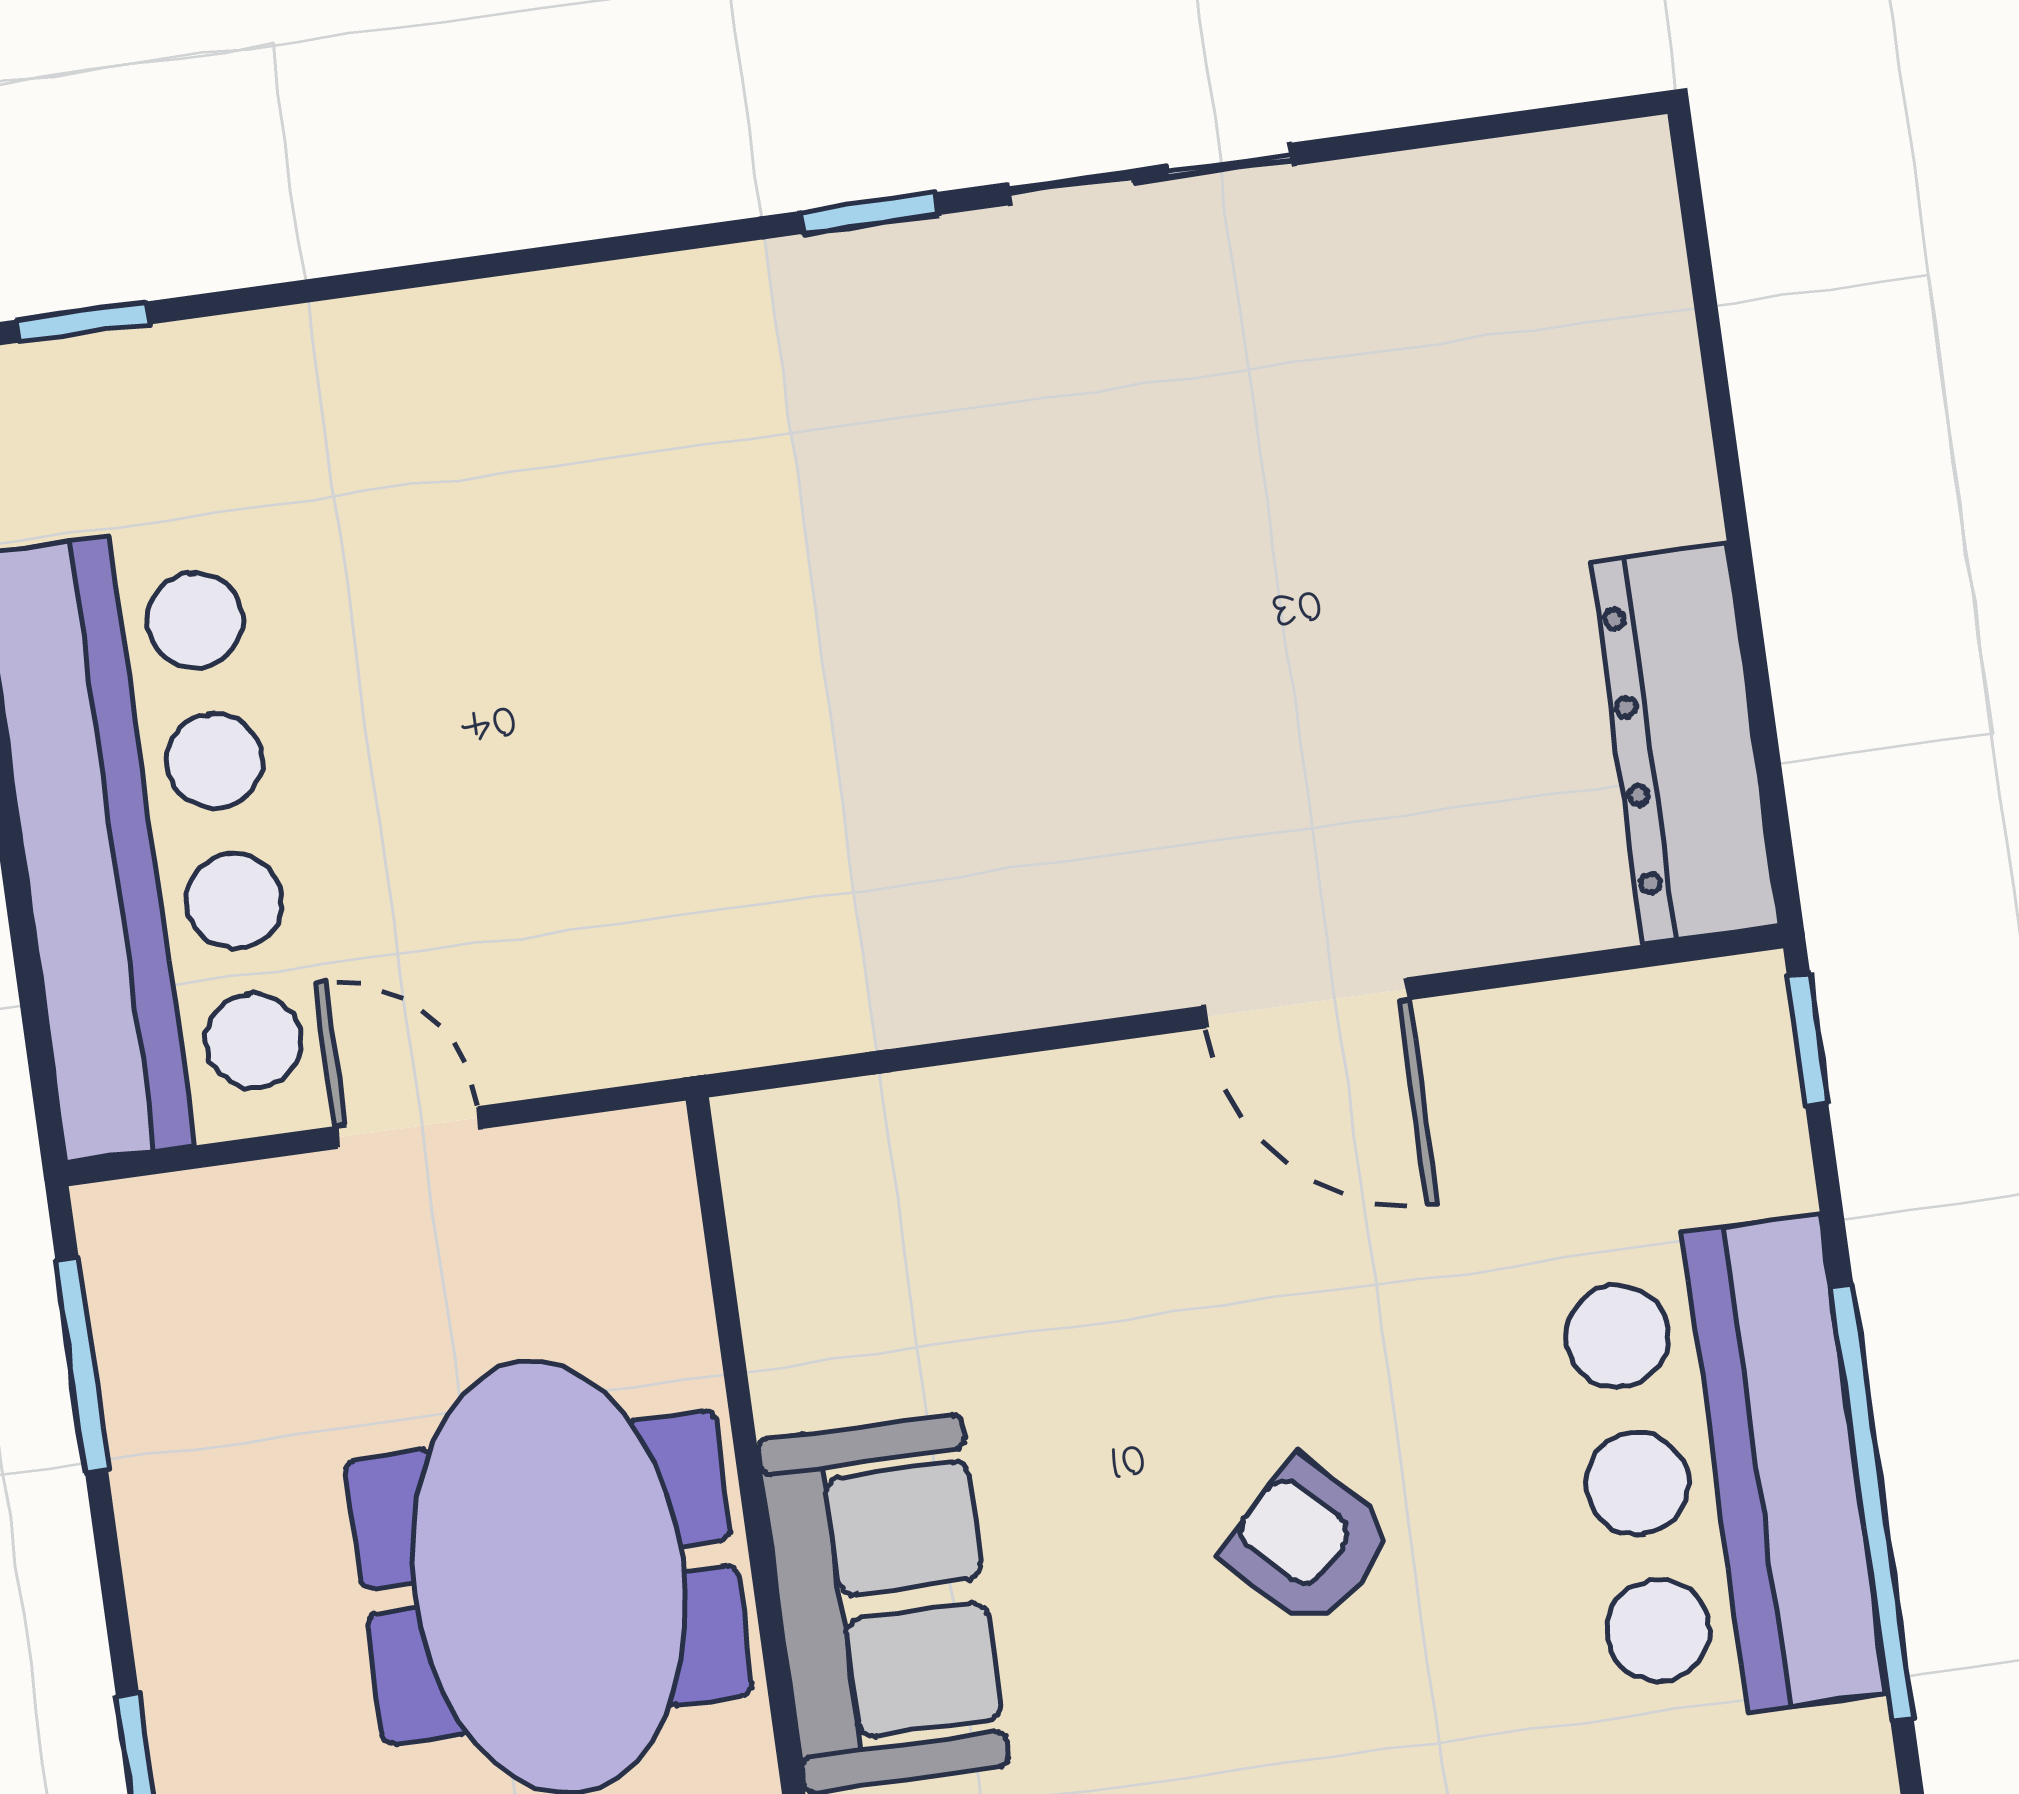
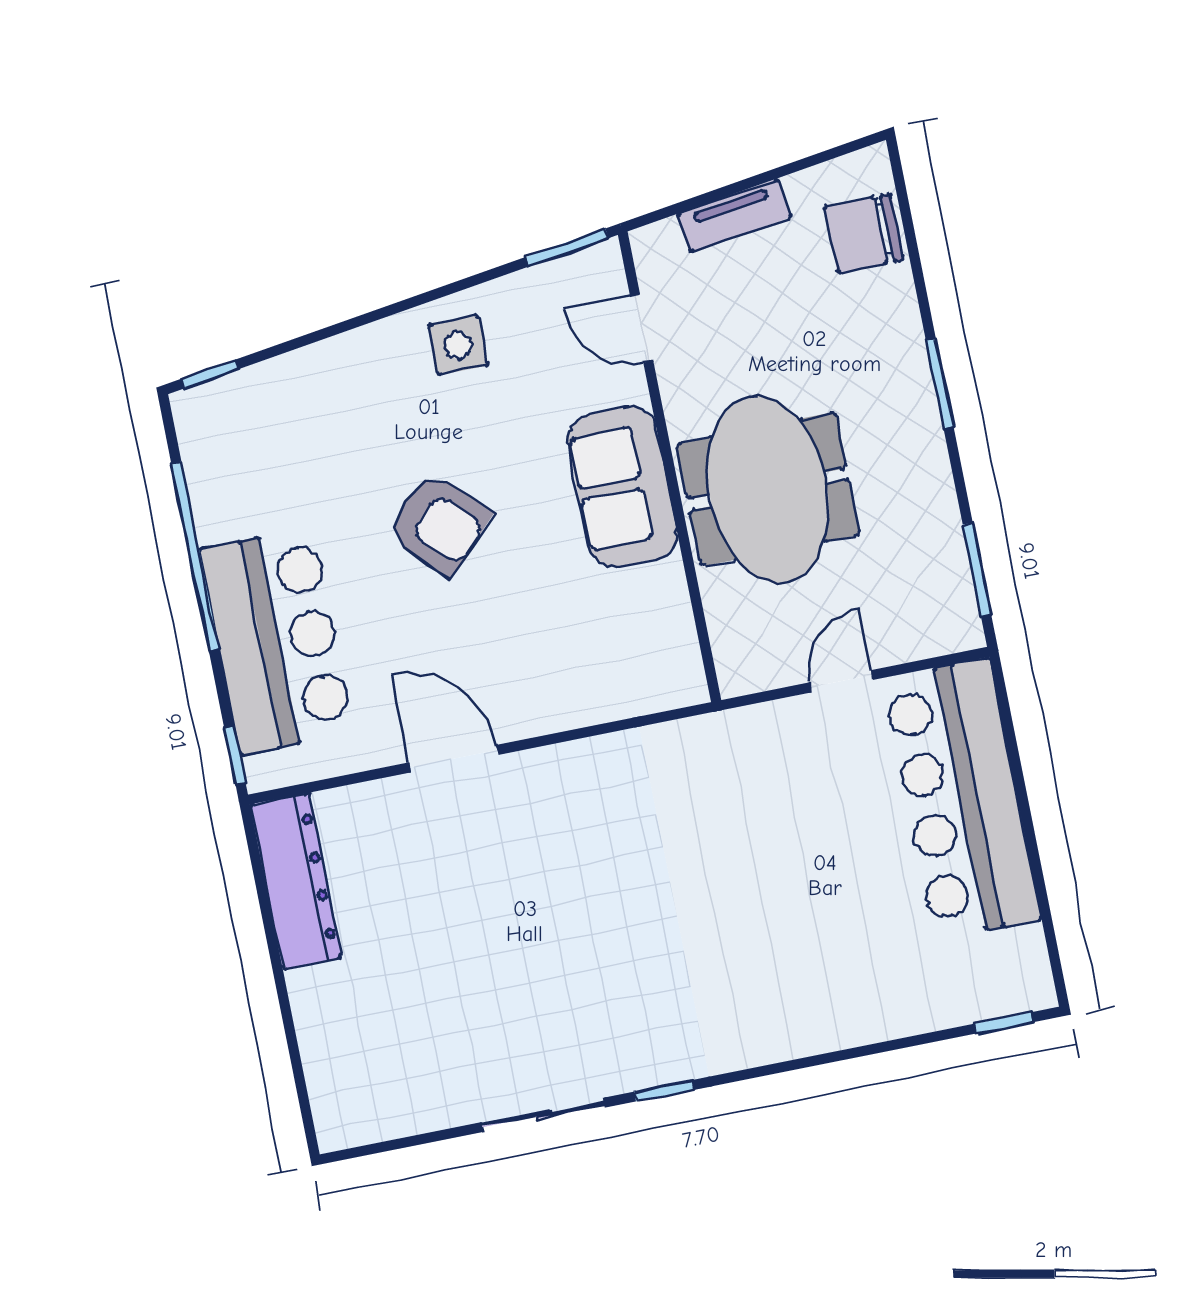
door: (408, 1128) -> (841, 681), swing flipped
bar counter: (1720, 1472) -> (277, 641), moved
armchair: (1308, 1543) -> (439, 524), width x1.38, depth x1.38

